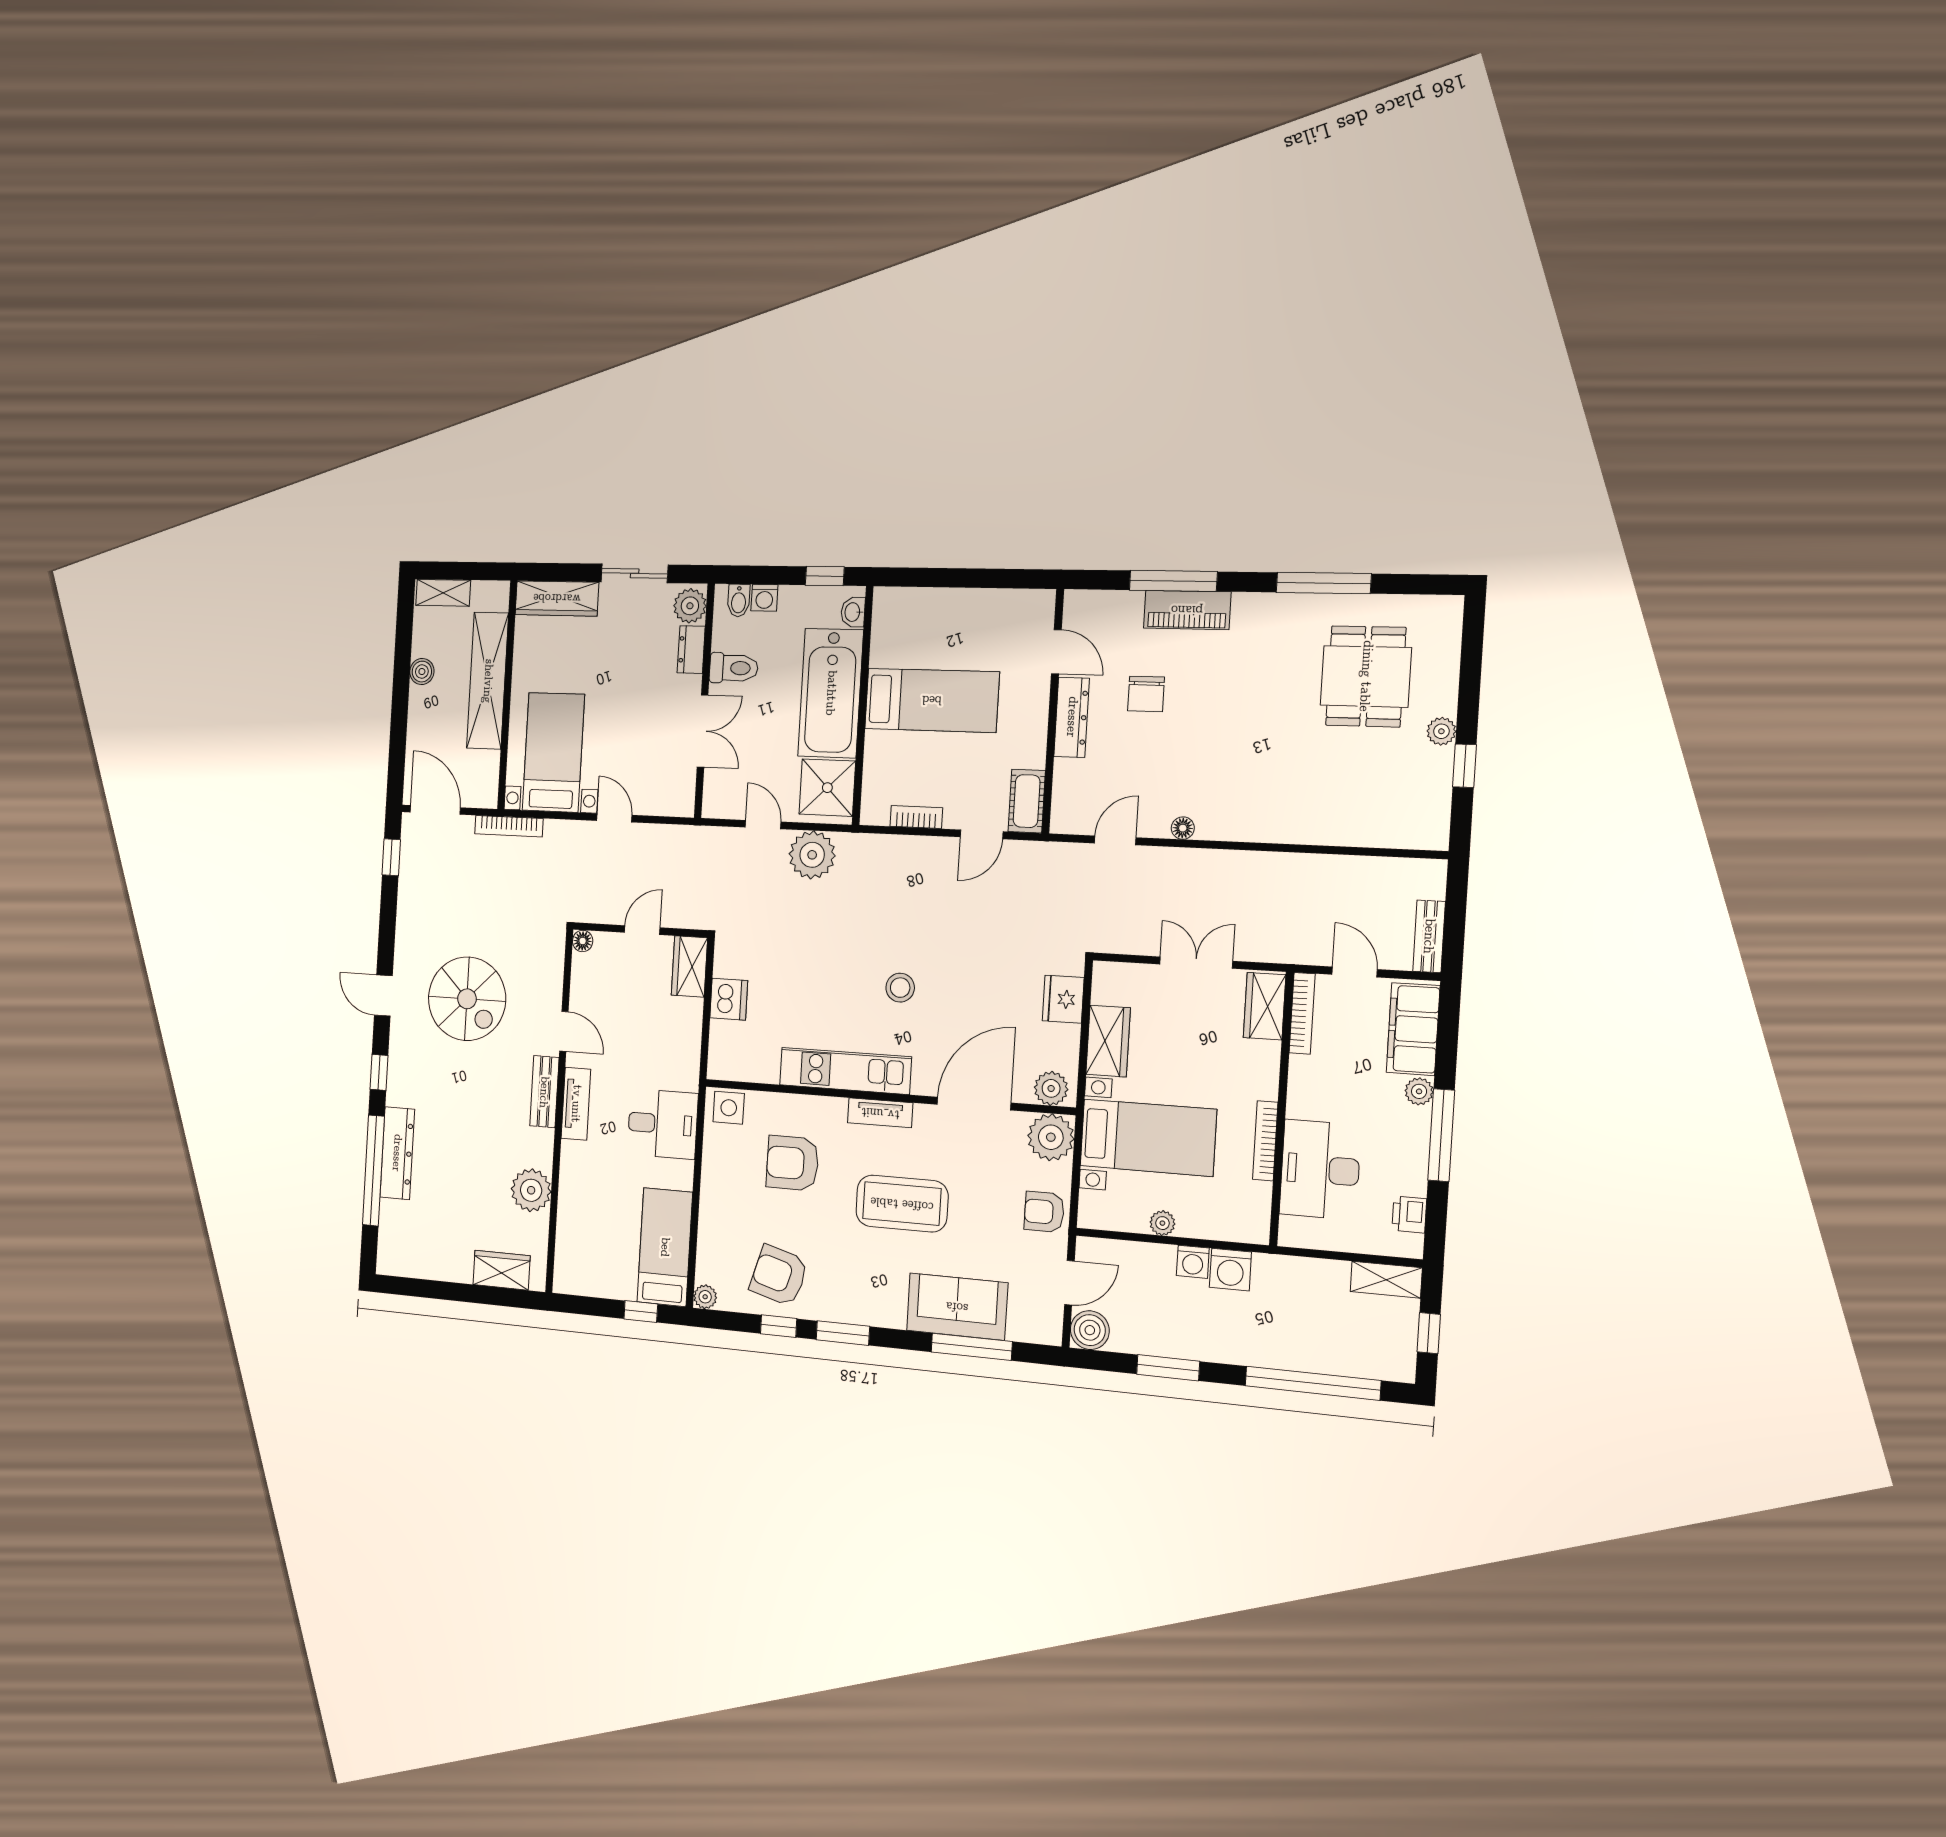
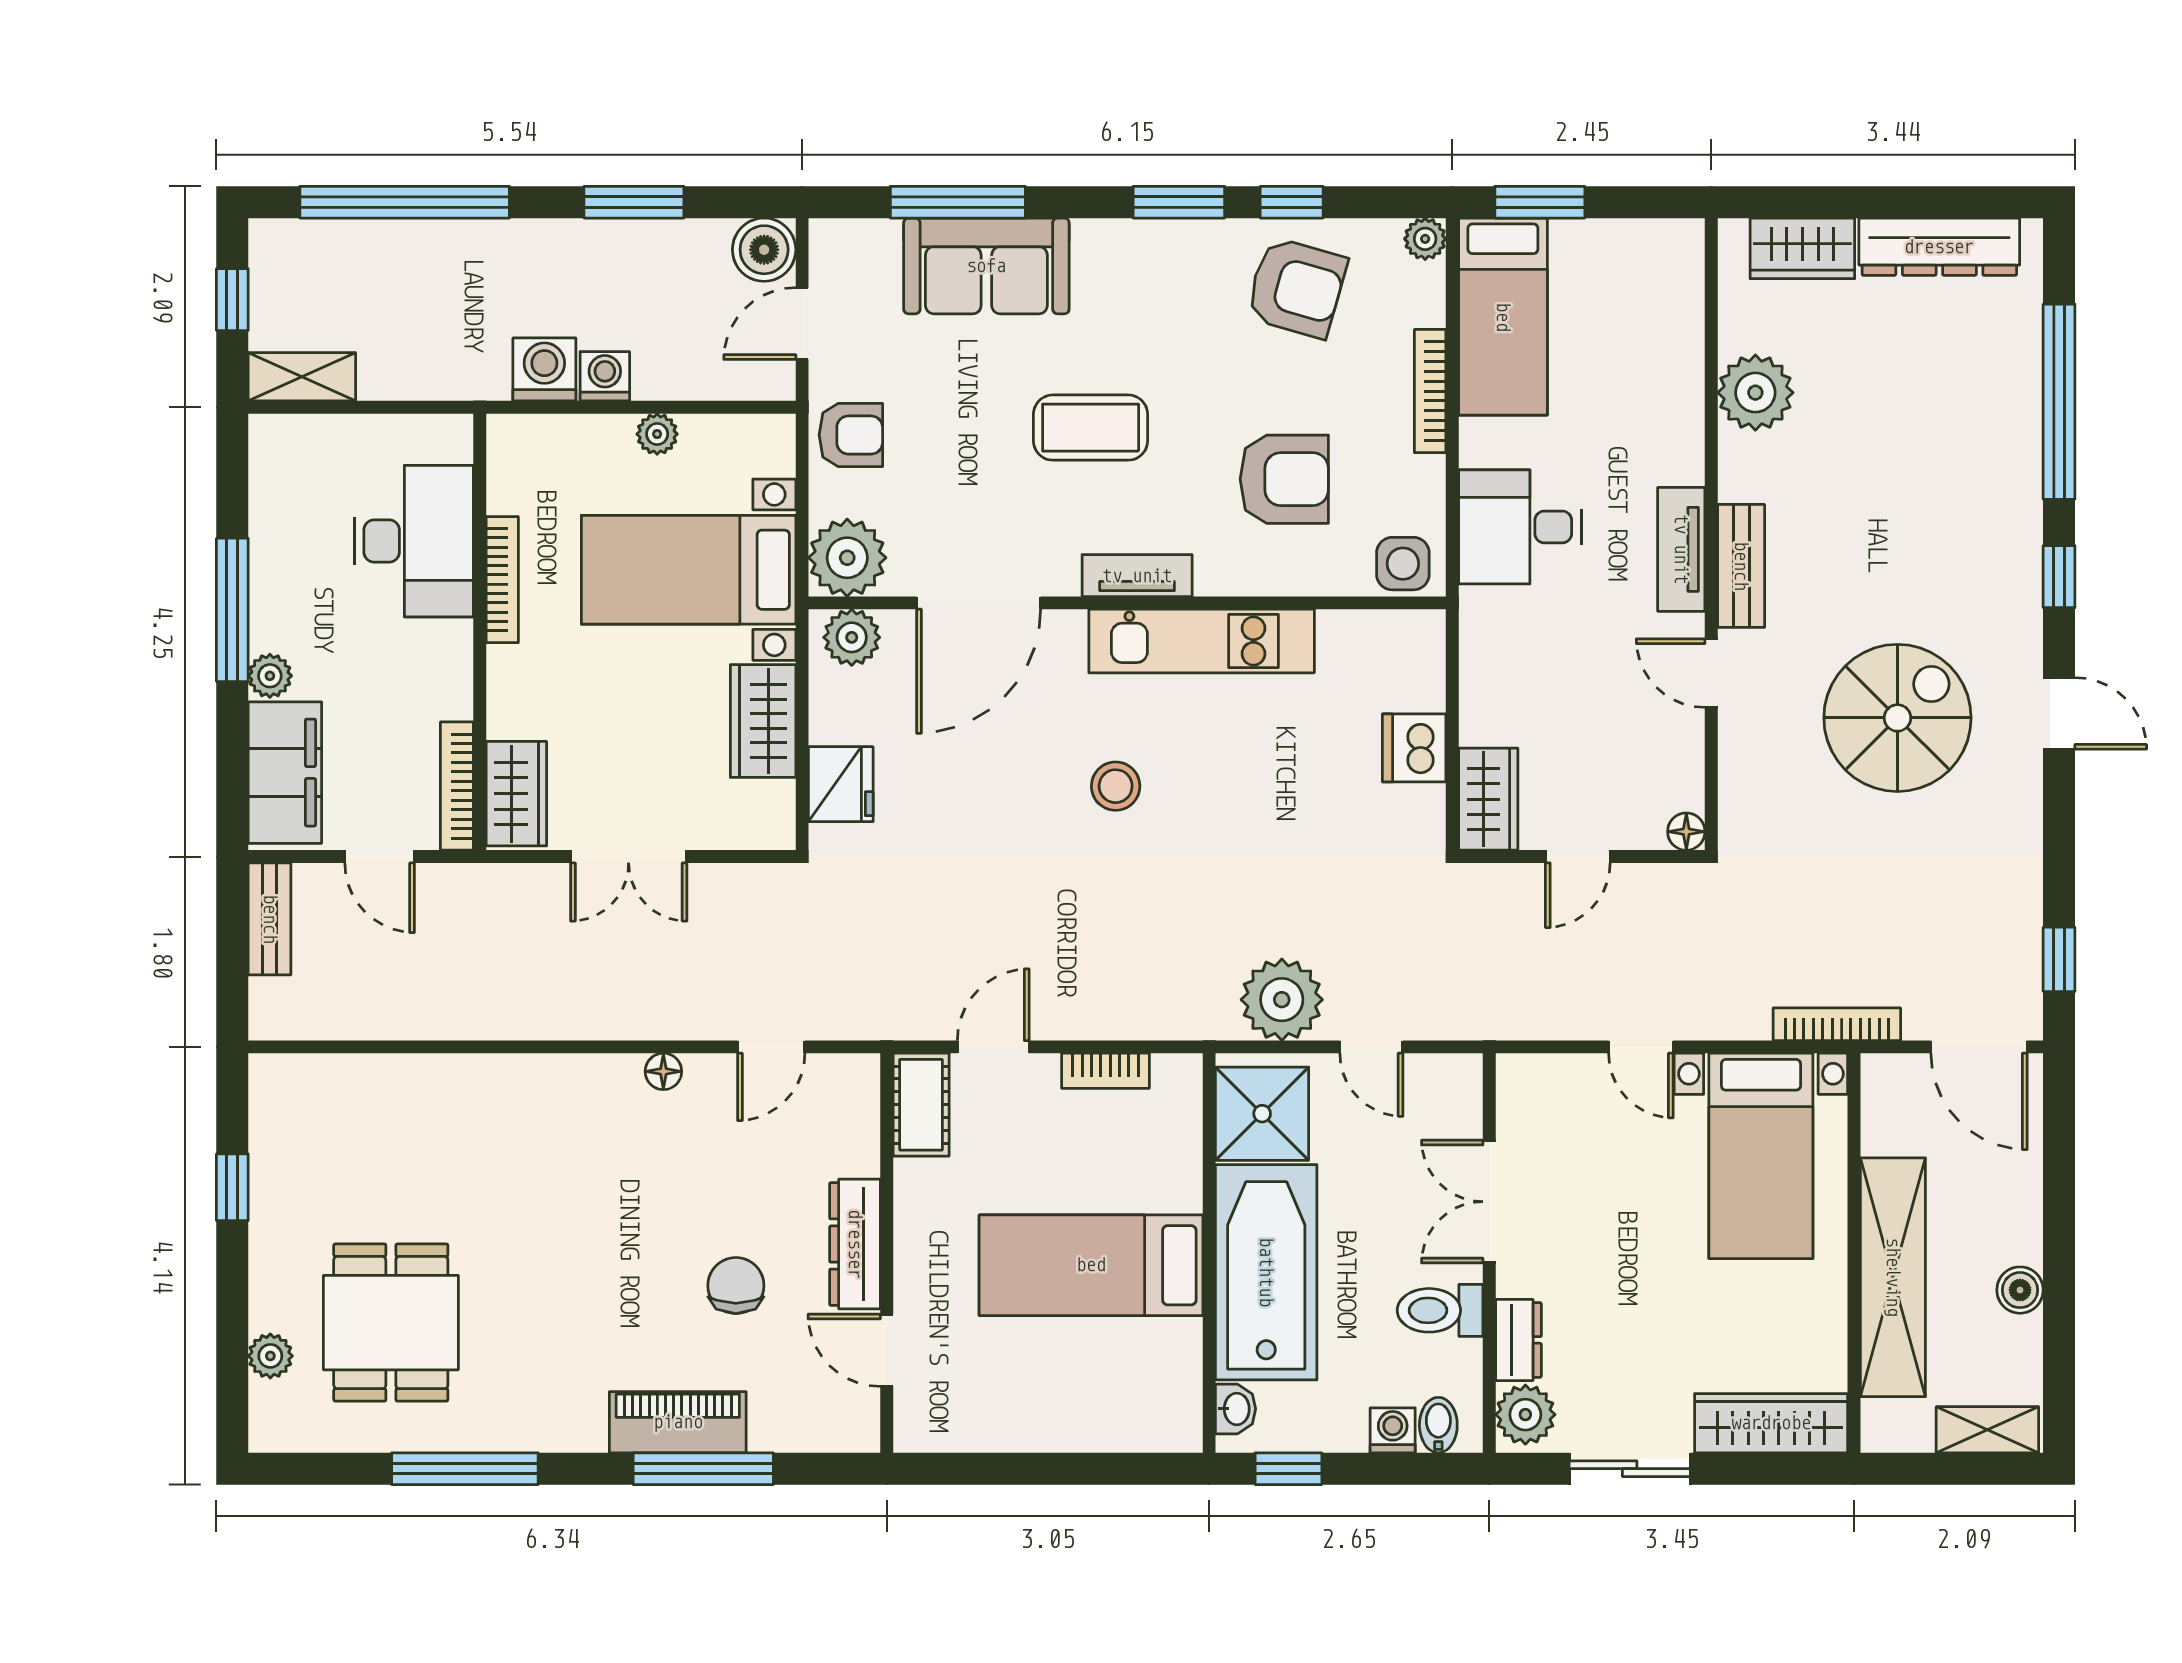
plant: (1441, 731) -> (270, 1356), moved
spiral stairs: (467, 999) -> (1897, 718), turned 90
dresser: (397, 1153) -> (1939, 247), moved, turned -90
coffee table: (902, 1204) -> (1091, 428), width x0.73, depth x0.76
bookcase: (708, 1208) -> (1430, 391), added
printer: (1409, 1214) -> (273, 482), removed
window: (641, 1311) -> (1540, 202), width x1.50

